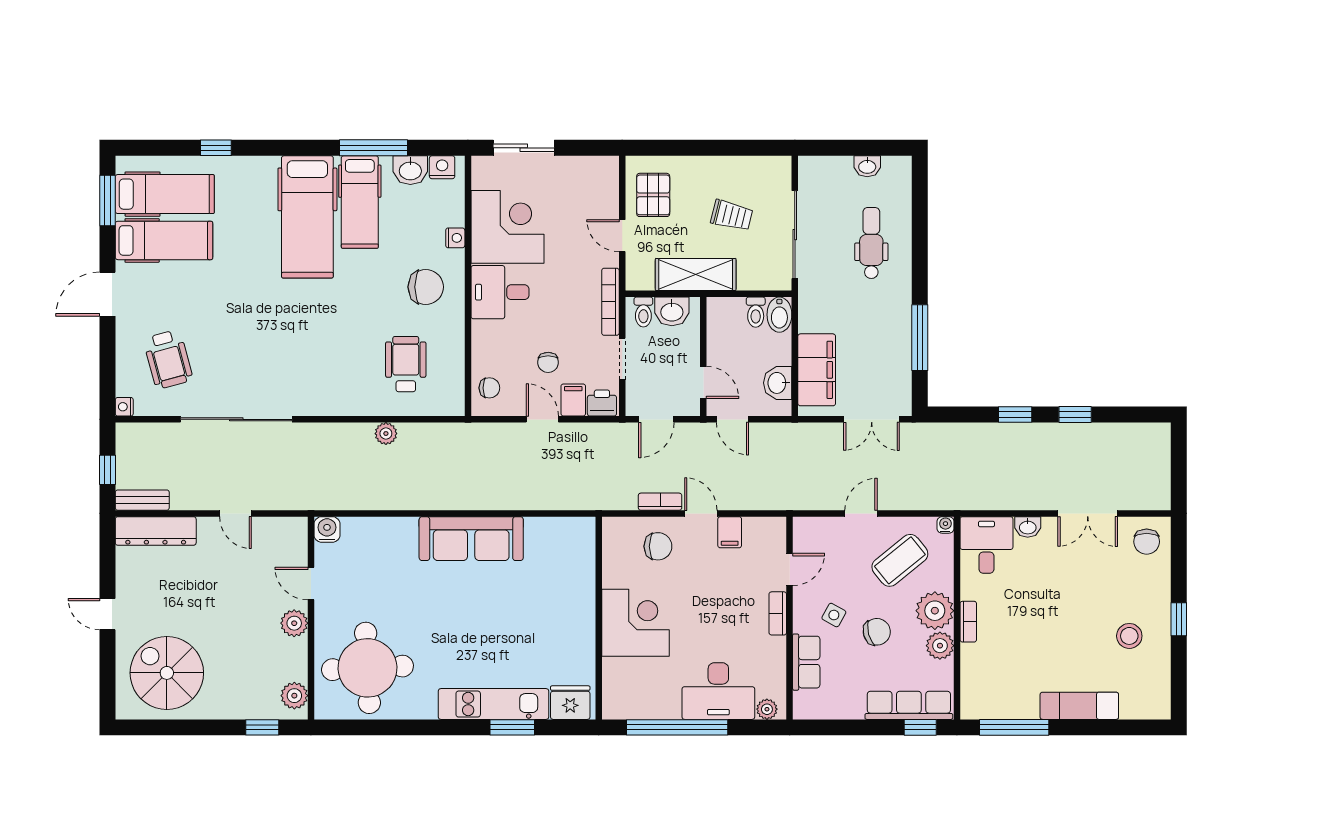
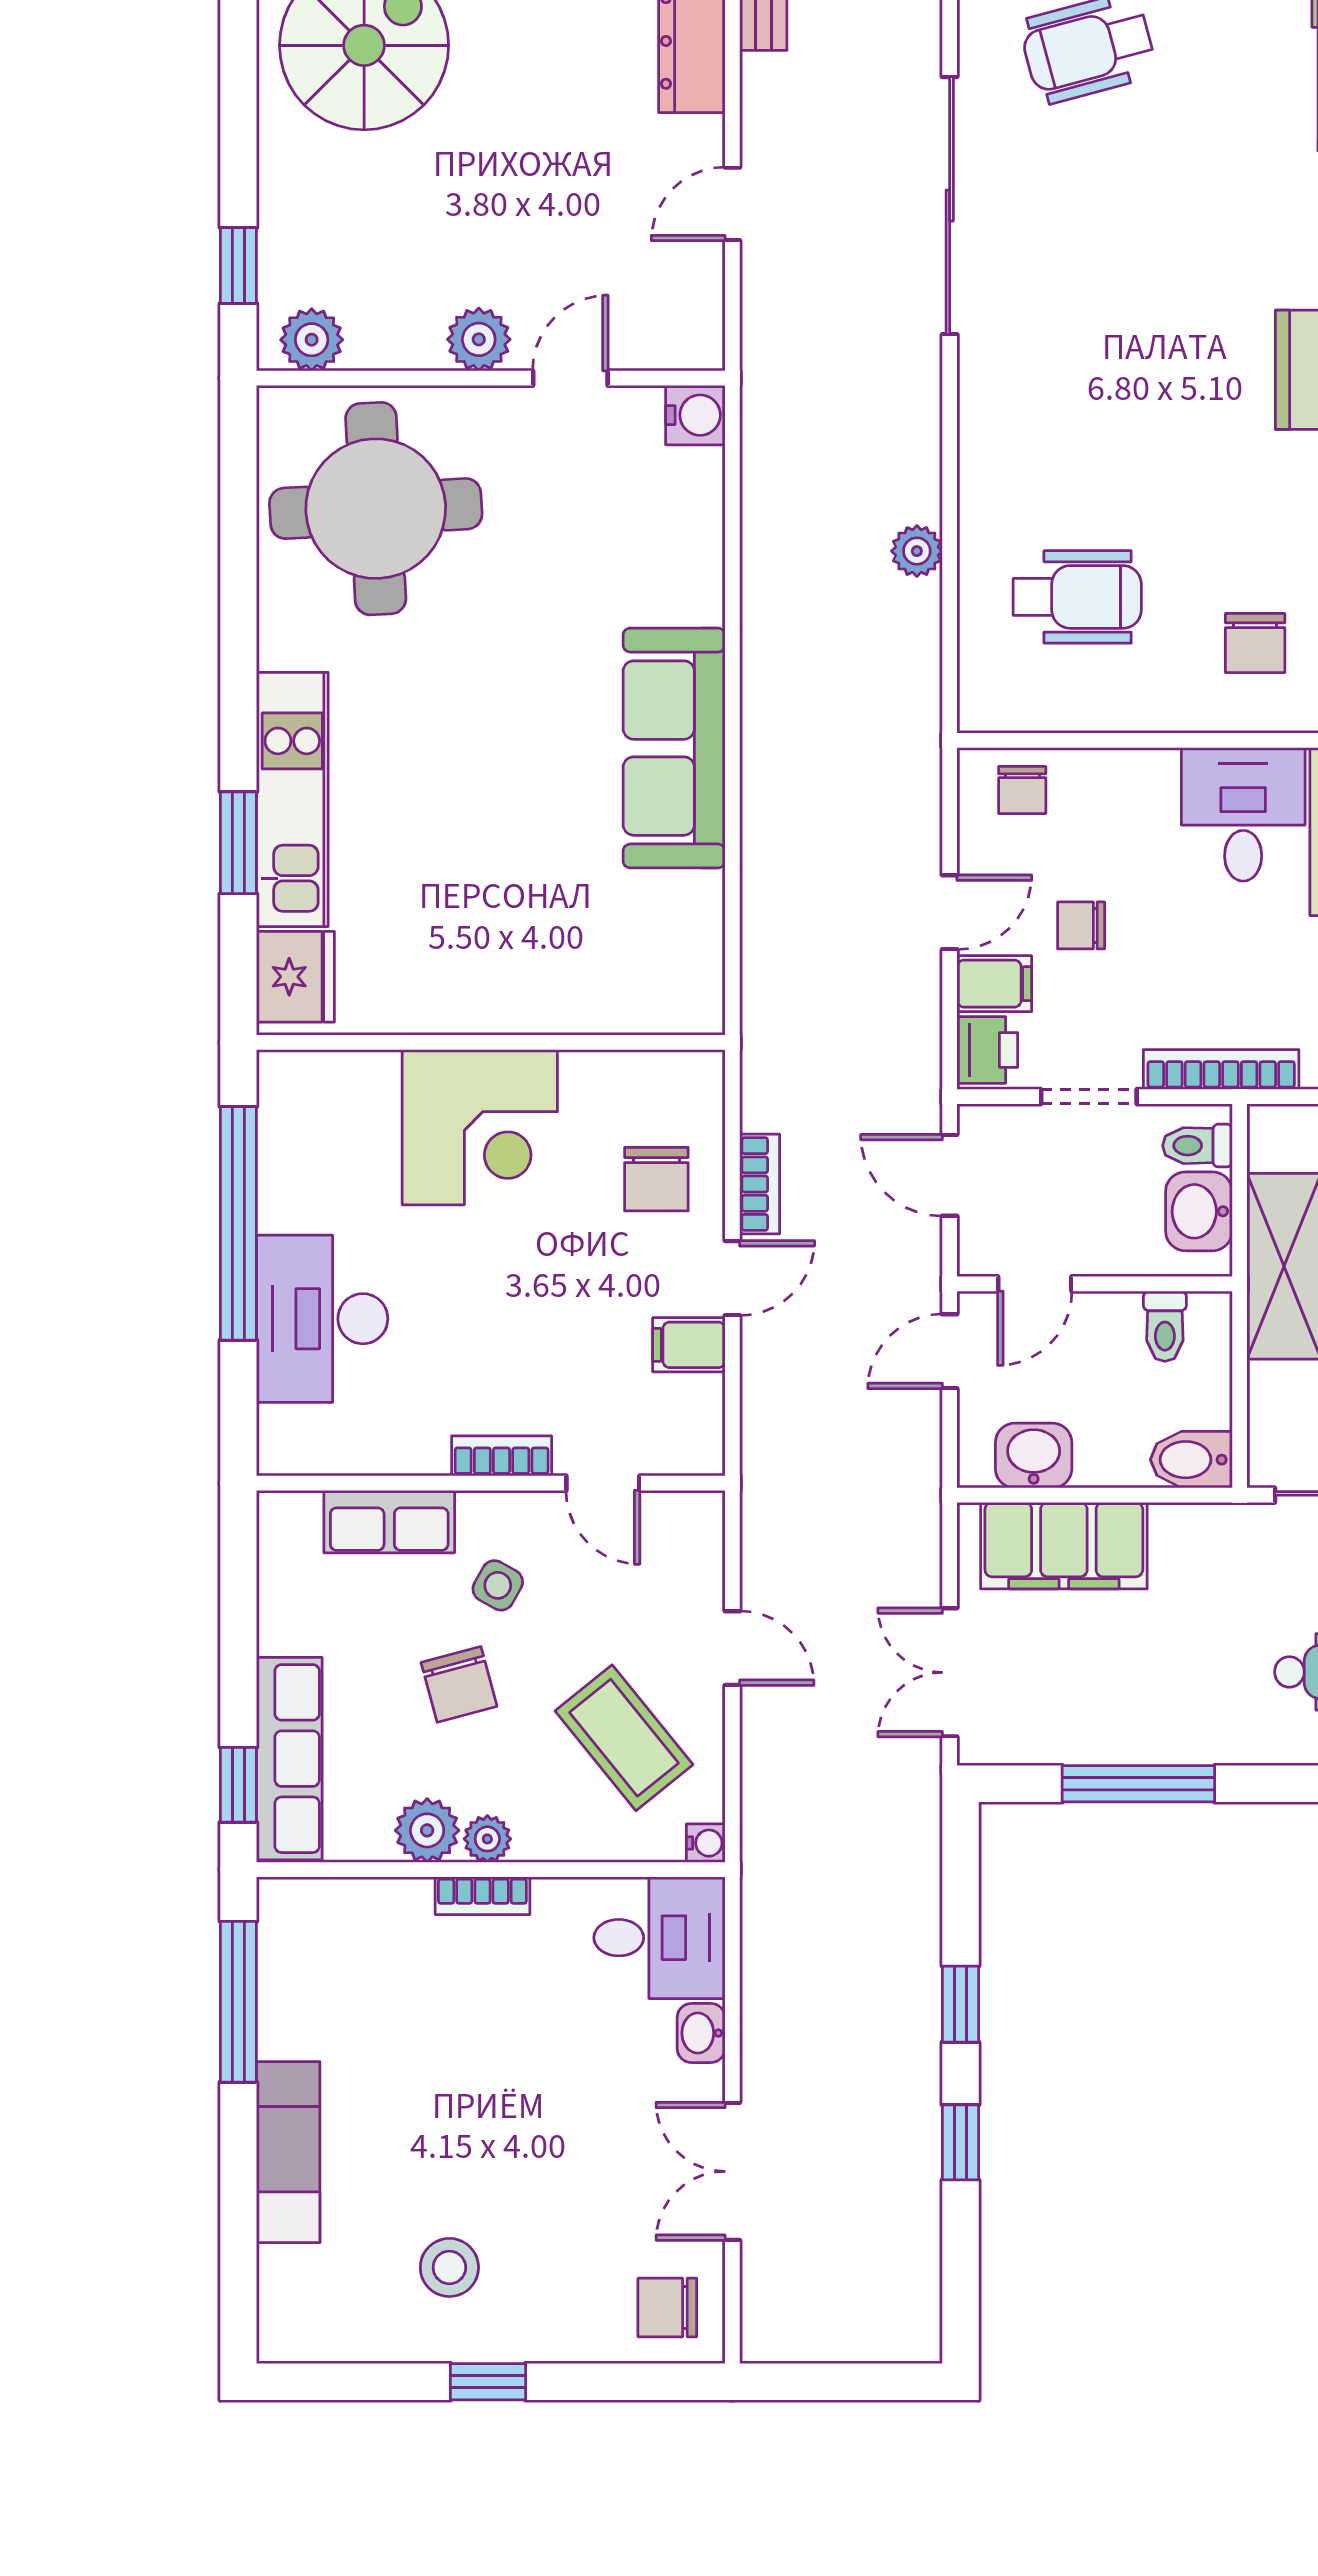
chair: (426, 287) -> (1255, 643), width x0.73, depth x0.73
toilet: (756, 312) -> (1165, 1326), moved, turned -90
plant: (935, 611) -> (487, 1839), width x0.53, depth x0.53
plant: (767, 709) -> (280, 1431), removed

